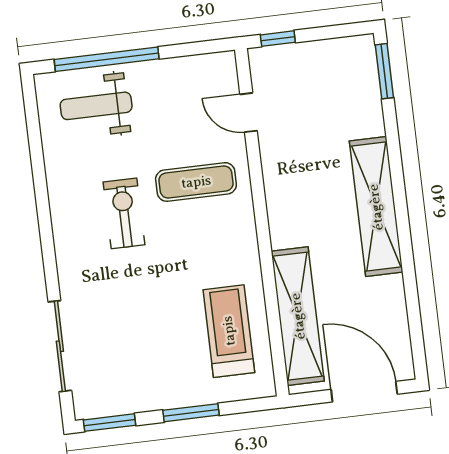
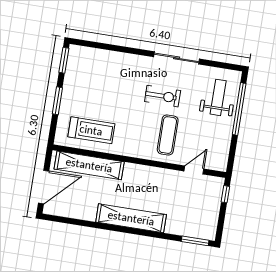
sliding door: (60, 346) -> (177, 58), moved

